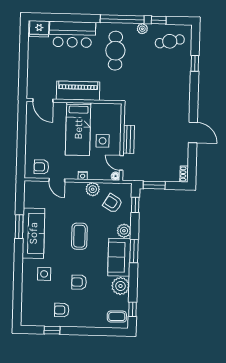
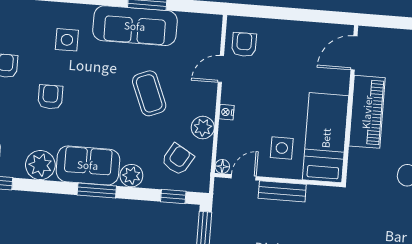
bed: (78, 129) -> (326, 138), moved, turned 90
coffee table: (79, 236) -> (149, 93), moved, turned 68

